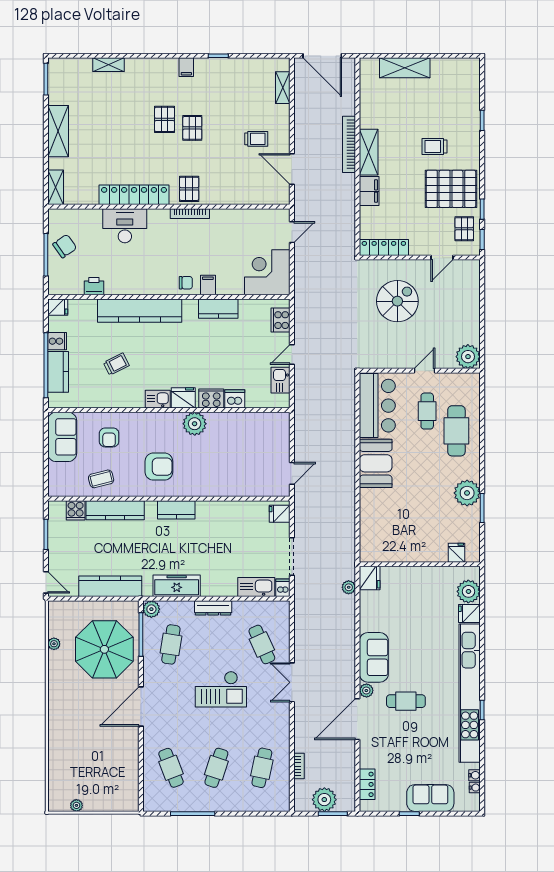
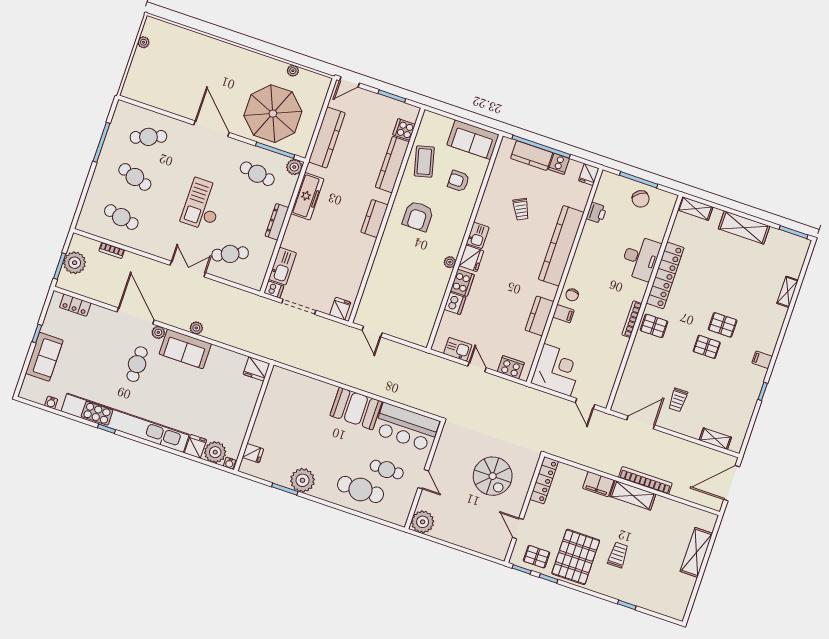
plant: (195, 424) -> (450, 262), width x0.53, depth x0.53
coffee table: (101, 479) -> (424, 161), width x1.36, depth x1.30
plant: (349, 587) -> (196, 328), moved
water cooler: (475, 788) -> (229, 463), moved

